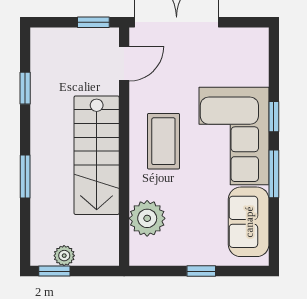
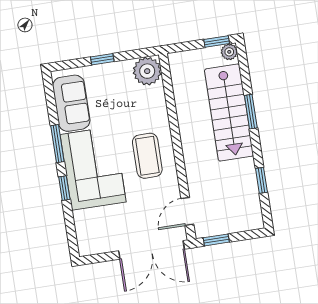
stairs: (97, 155) -> (229, 113), moved, turned 180
plant: (147, 218) -> (147, 71), moved
plant: (64, 256) -> (229, 52), moved

